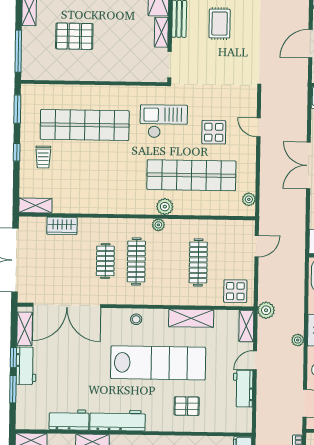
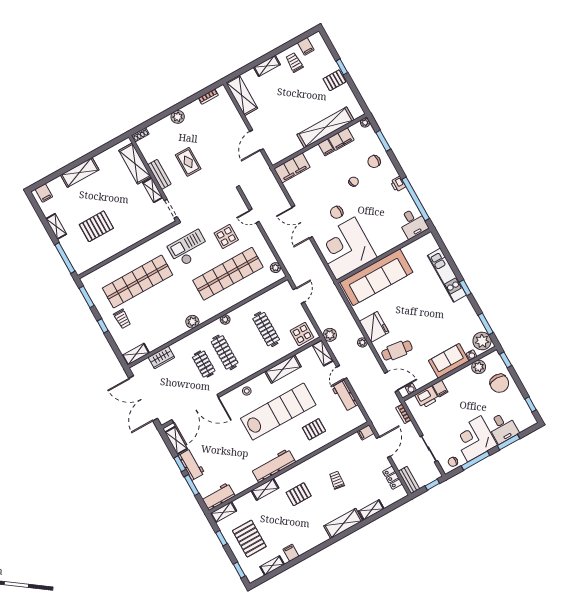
plant: (165, 207) -> (192, 322), moved
workbench: (69, 420) -> (218, 496), moved

